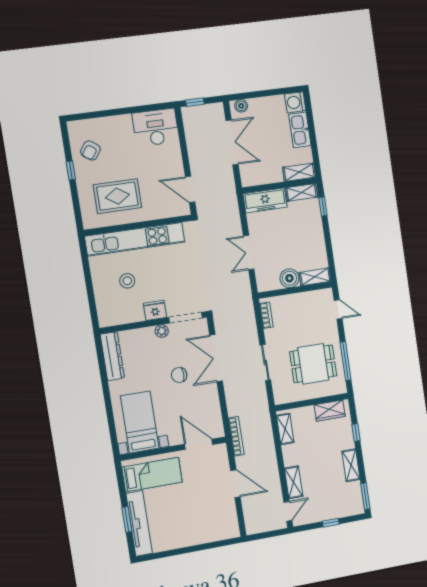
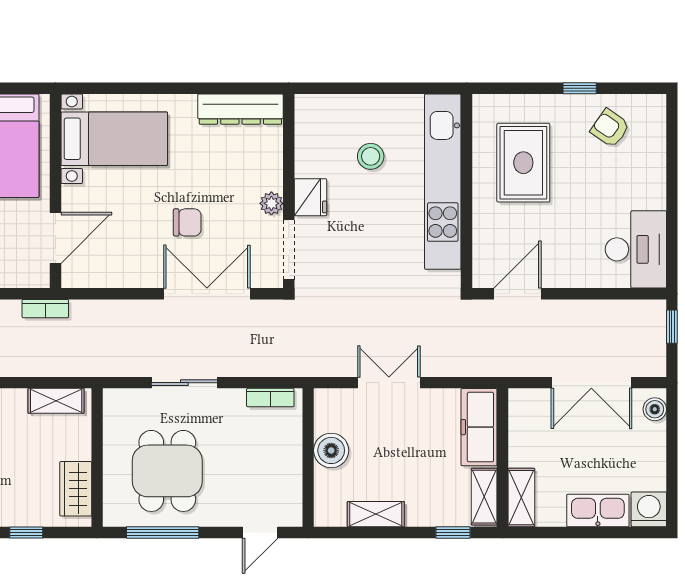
shelving: (315, 277) -> (376, 514), moved, turned 90
chair: (179, 375) -> (187, 222), turned 90
bookcase: (236, 436) -> (45, 309), width x0.64

